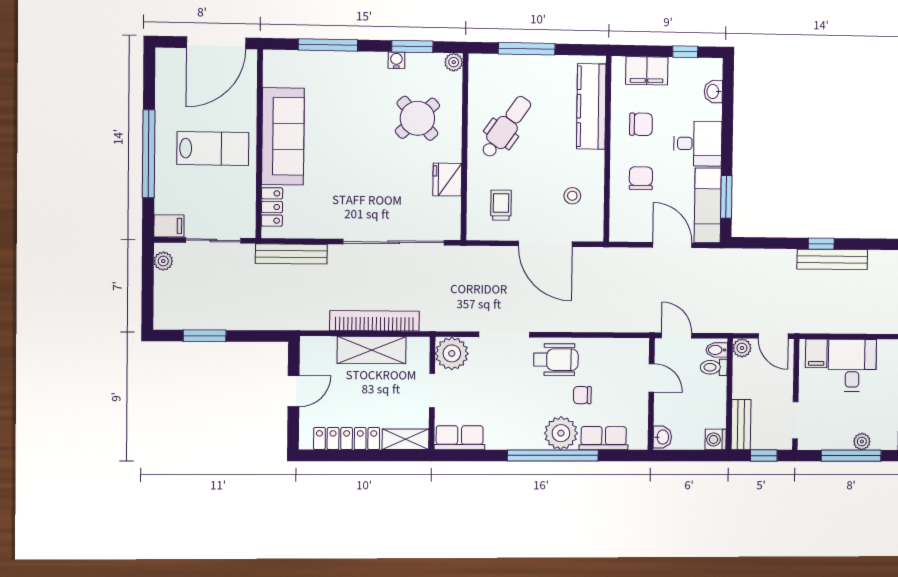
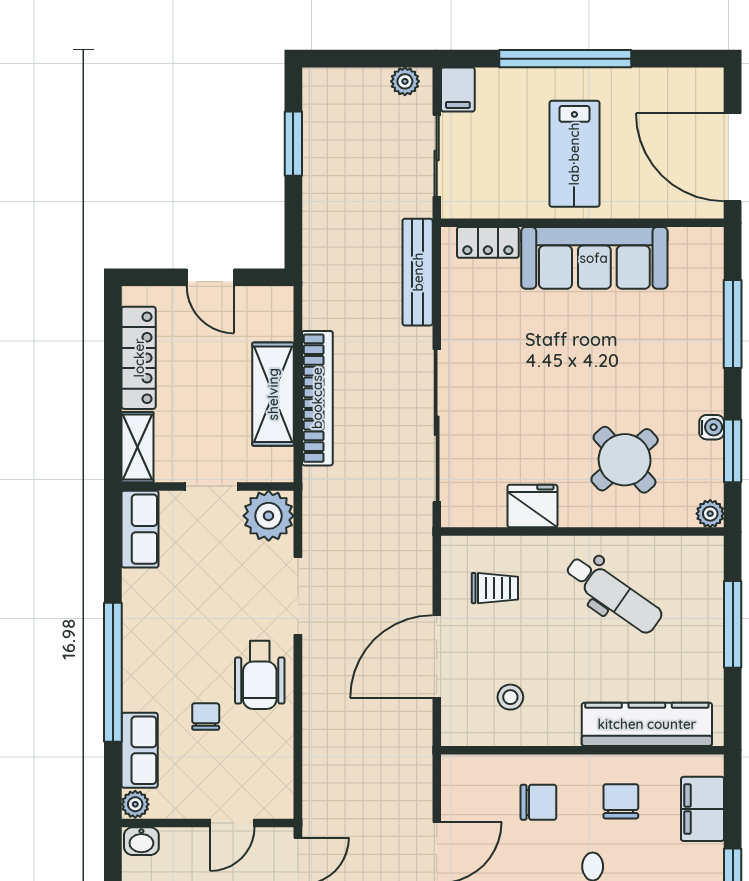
chair: (641, 124) -> (621, 801), turned 180
plant: (561, 433) -> (135, 804), moved, width x0.53, depth x0.53

